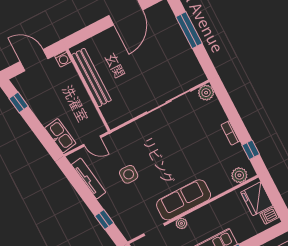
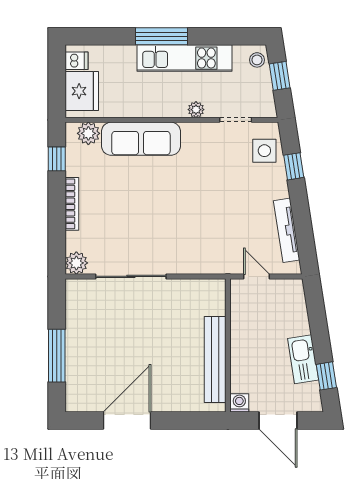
bookcase: (230, 133) -> (72, 204), width x1.56
kitchen sink: (60, 136) -> (303, 359), moved
side table: (129, 174) -> (264, 151), moved
sofa: (184, 200) -> (141, 139), moved

